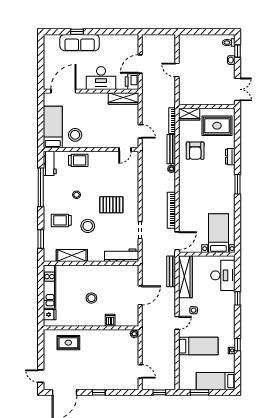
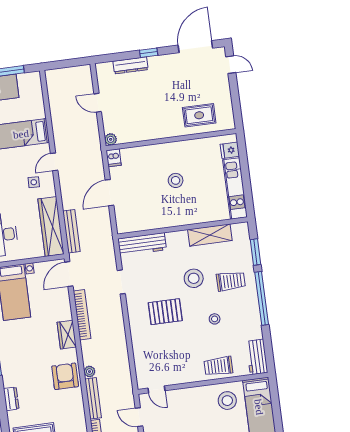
door: (125, 150) -> (156, 389), swing flipped
armchair: (195, 151) -> (65, 376), moved
window: (41, 187) -> (262, 298), moved
wardrobe: (184, 197) -> (67, 335), added
dishwasher: (110, 320) -> (114, 158), moved
door: (140, 371) -> (98, 103), moved
dresser: (113, 385) -> (131, 65), added
window: (159, 392) -> (66, 64), removed

